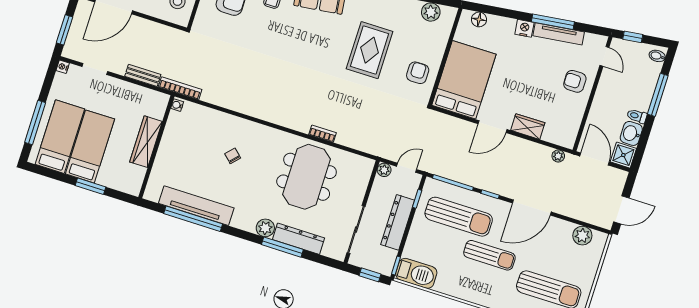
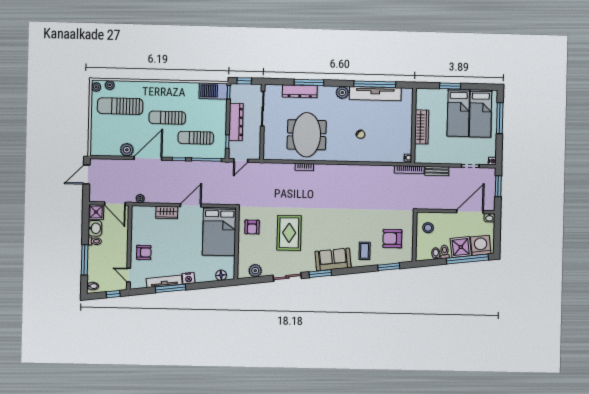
plant: (384, 170) -> (256, 155), removed
sun lounger: (459, 217) -> (196, 138), width x0.73, depth x0.75
plant: (265, 228) -> (342, 93), moved
plant: (582, 236) -> (127, 150), moved

